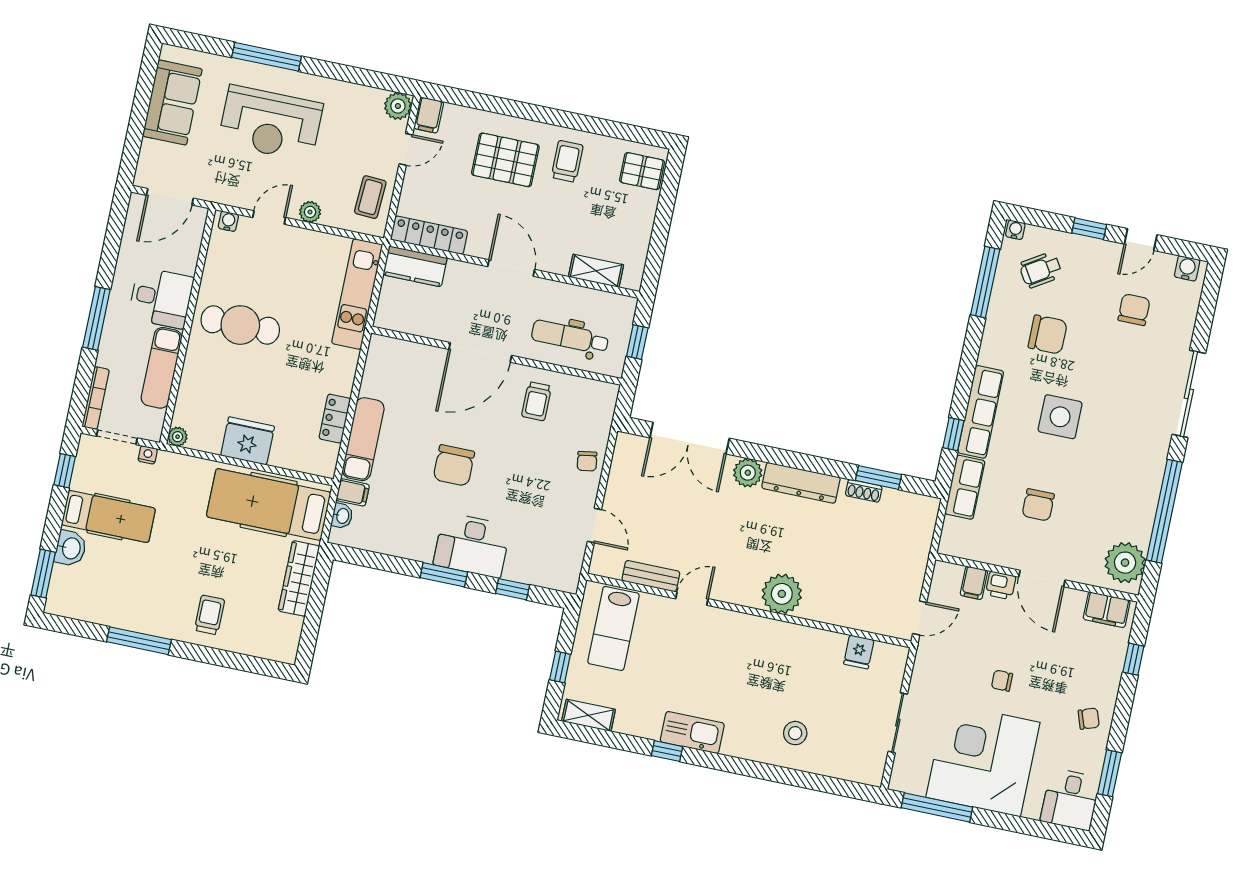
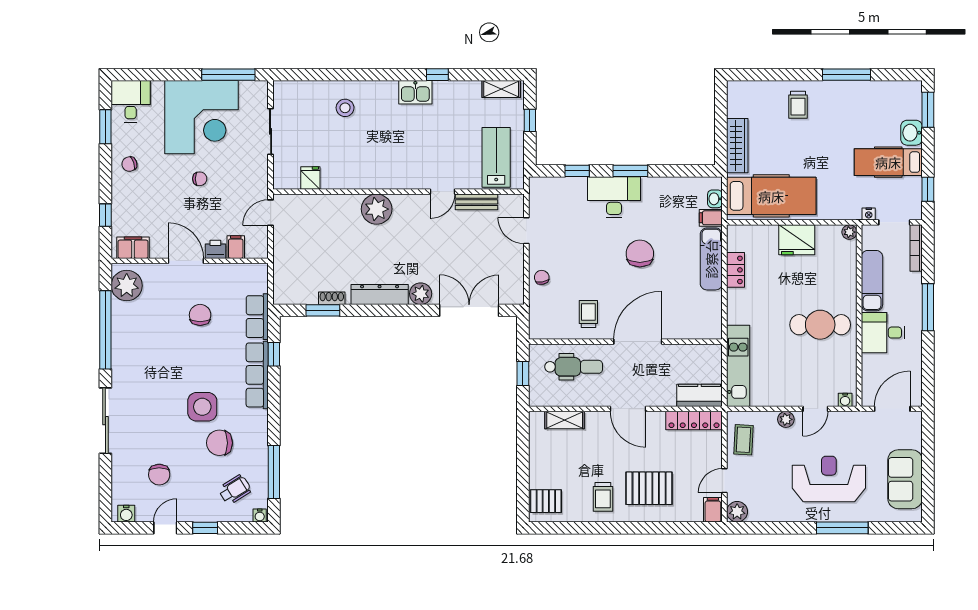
side table: (1060, 417) -> (202, 407), moved
kitchen sink: (692, 732) -> (415, 92), width x0.73

